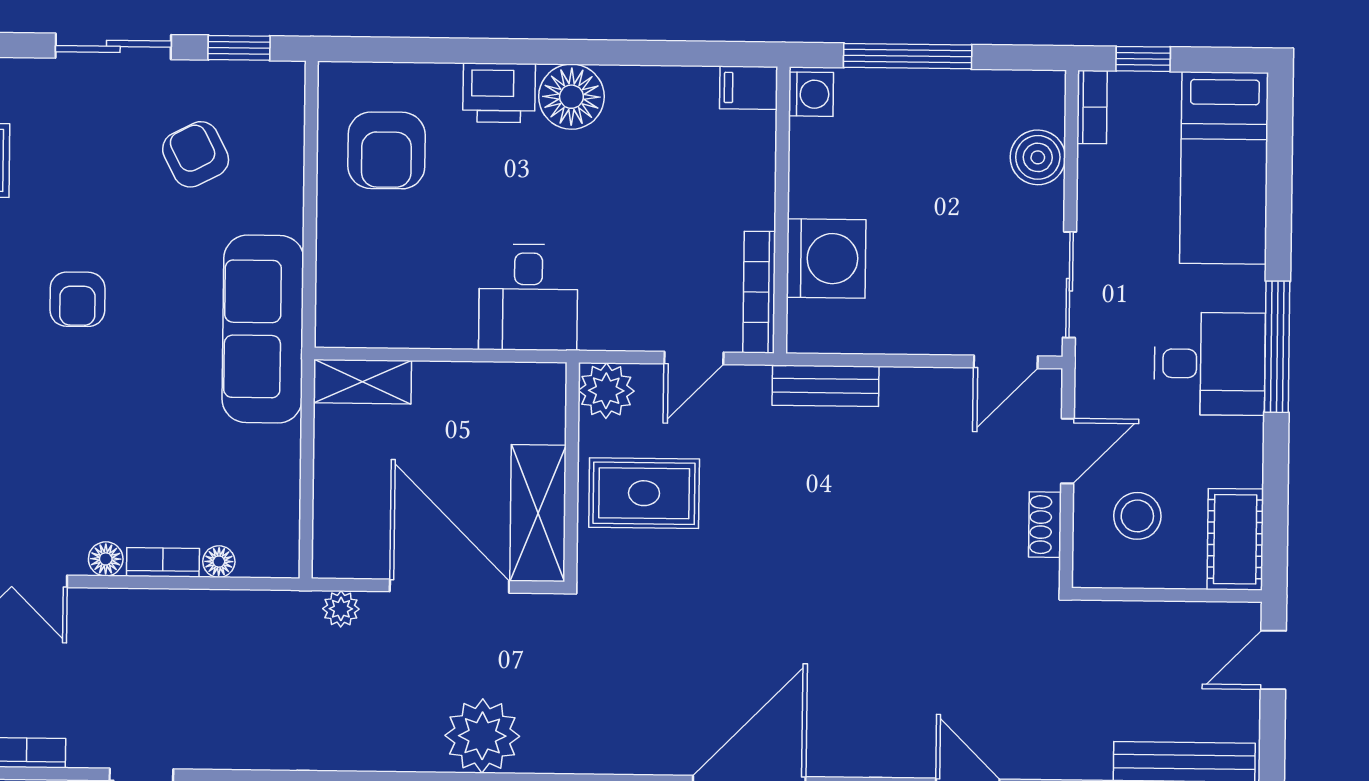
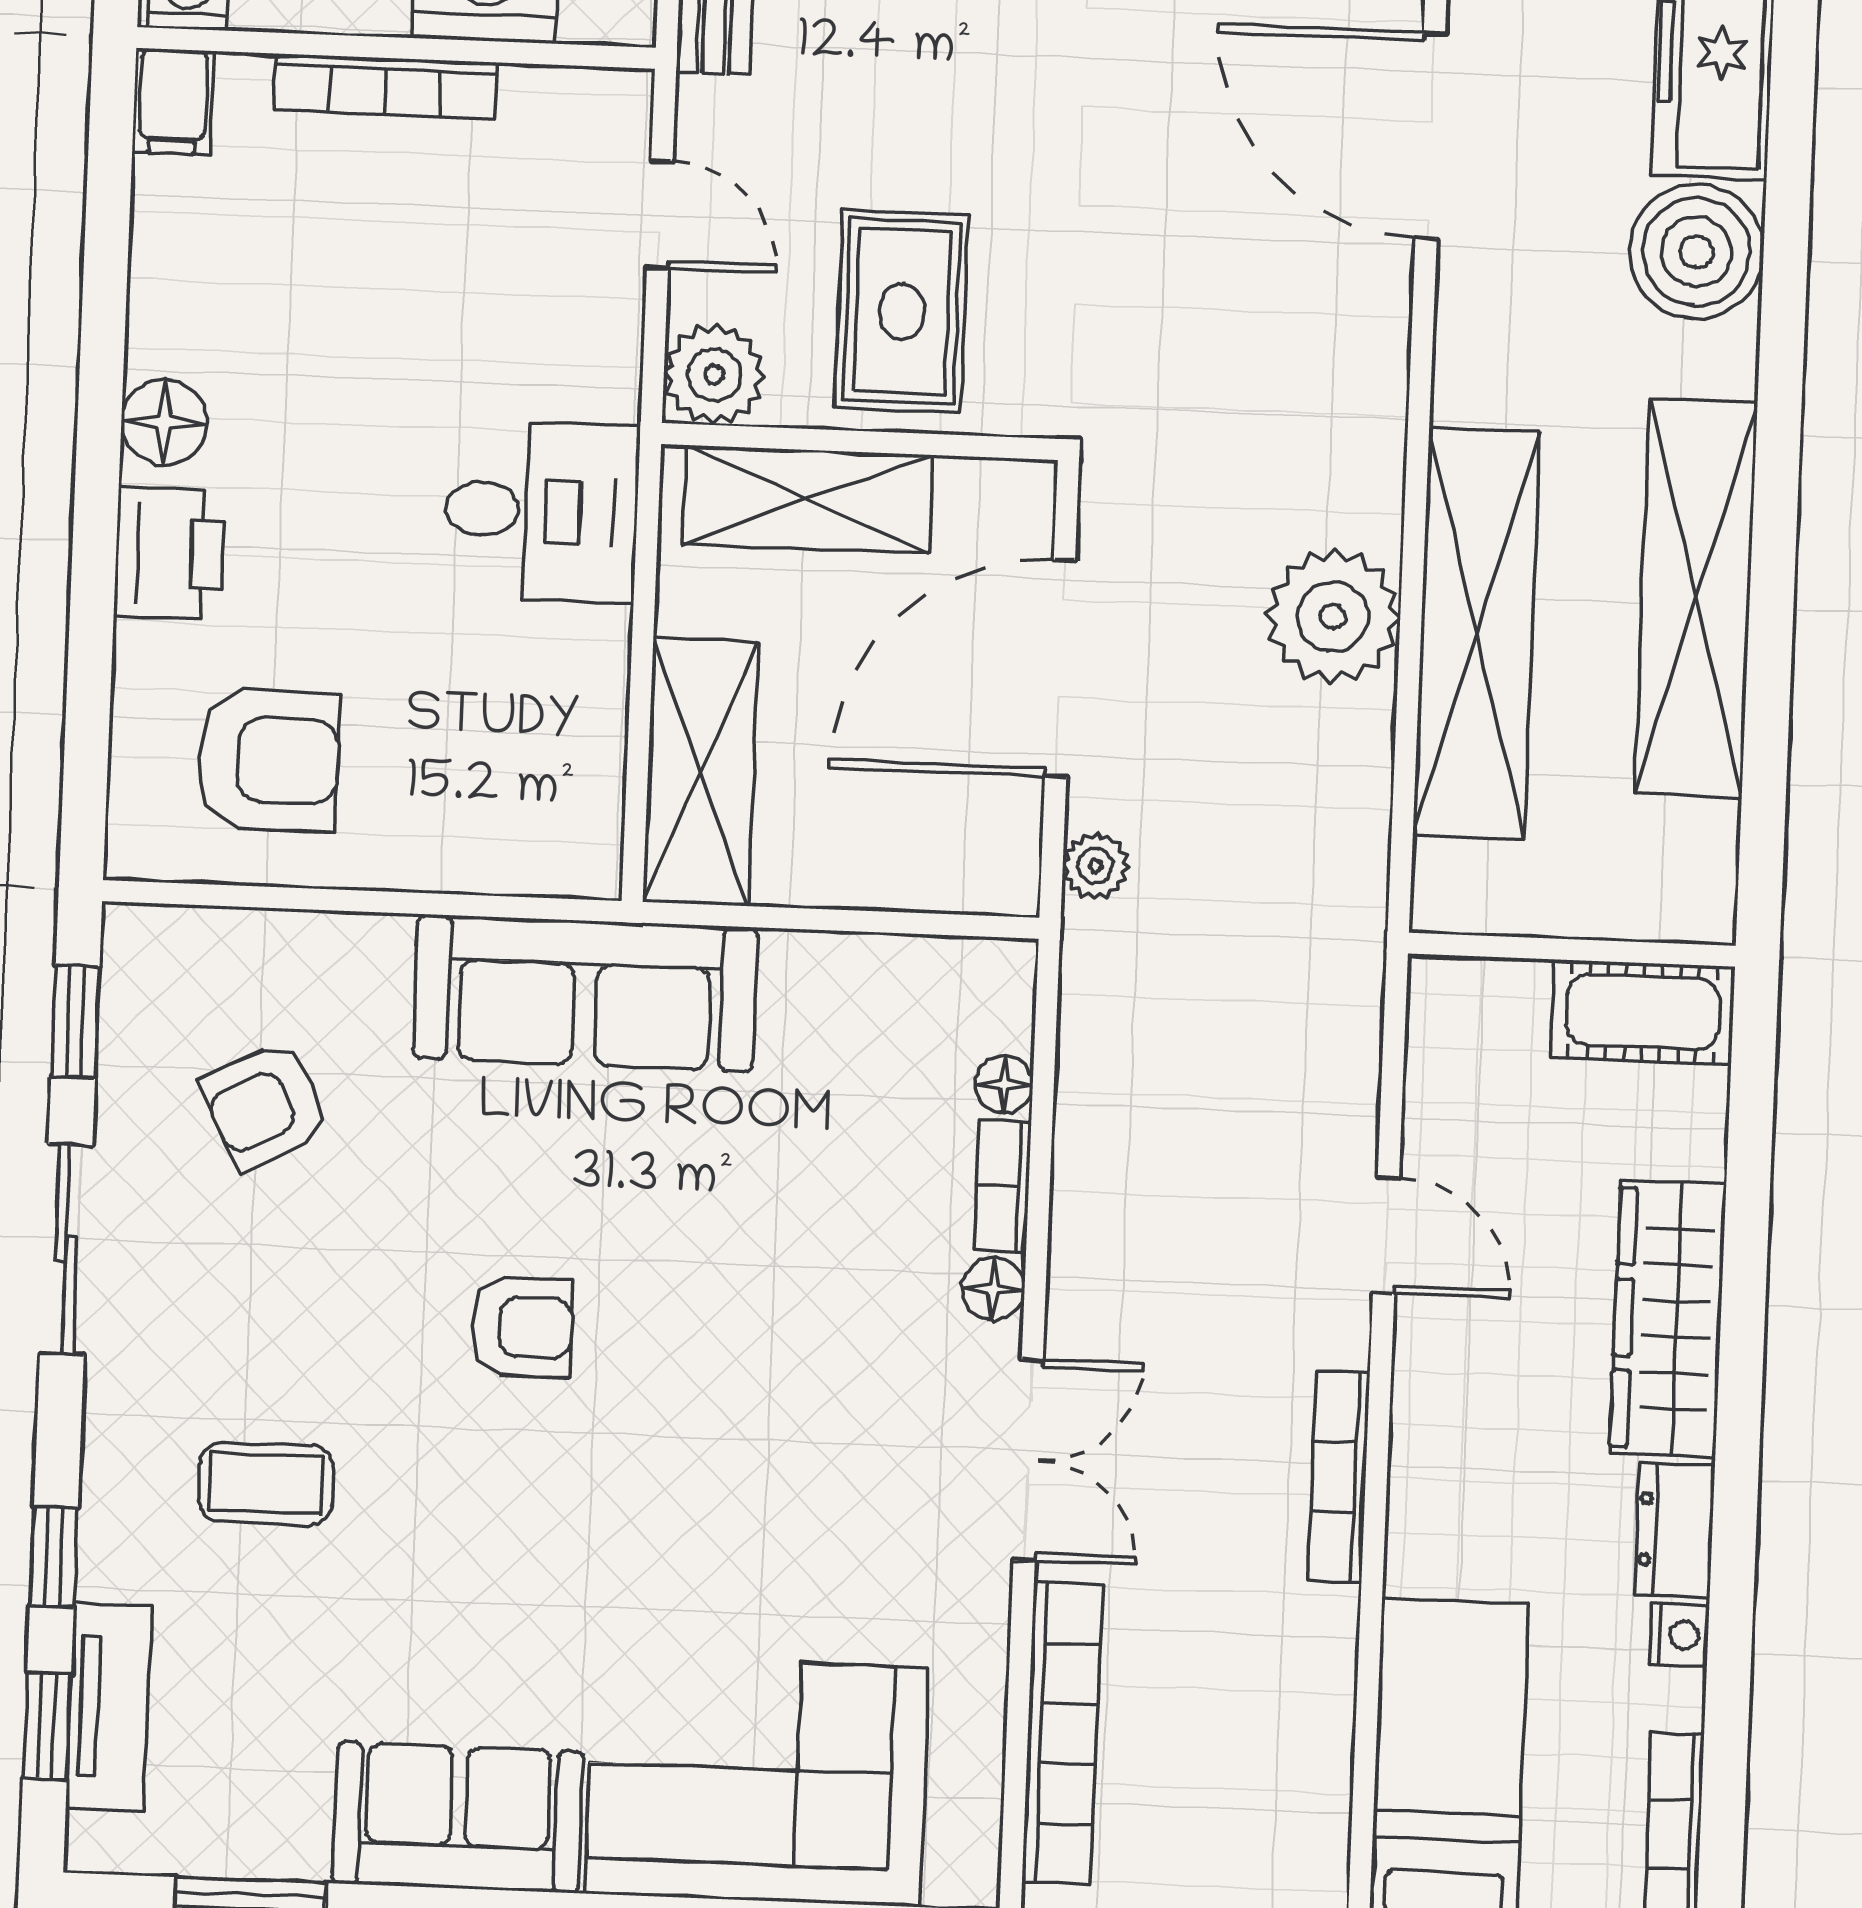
floor lamp: (571, 97) -> (164, 422), width x0.73, depth x0.73
bookcase: (759, 292) -> (385, 86), moved
shelving: (362, 382) -> (701, 772), width x1.50, depth x1.33
shelving: (538, 513) -> (808, 499), moved

